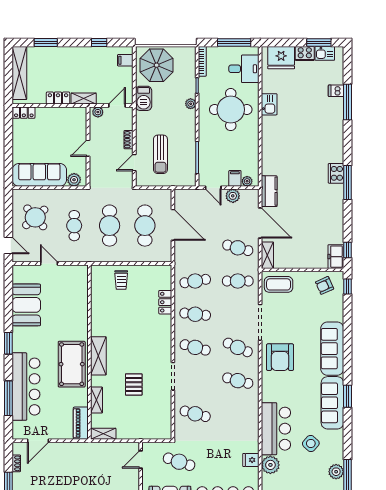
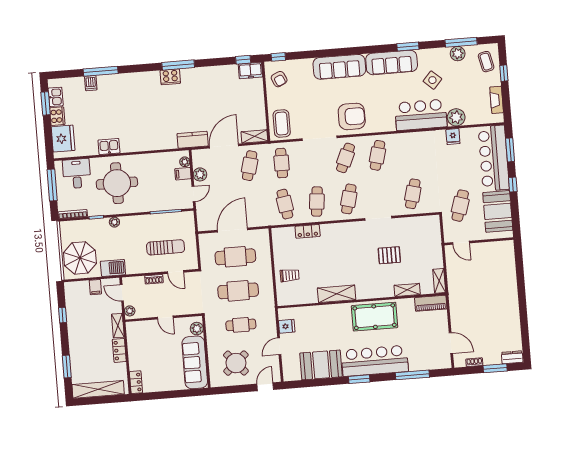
filing cabinet: (125, 60) -> (95, 287), moved
fridge: (69, 273) -> (287, 326), added
shelving: (98, 356) -> (337, 294), moved
bar counter: (26, 387) -> (375, 361), moved
window: (347, 396) -> (408, 47), moved

